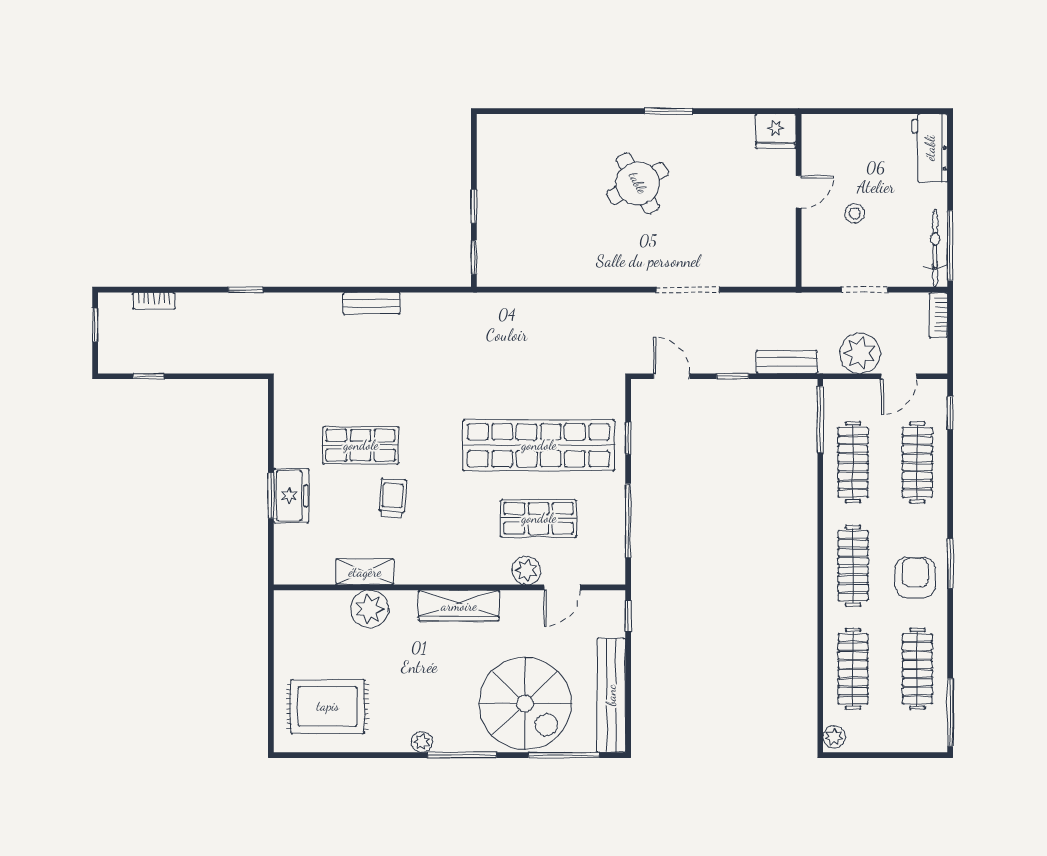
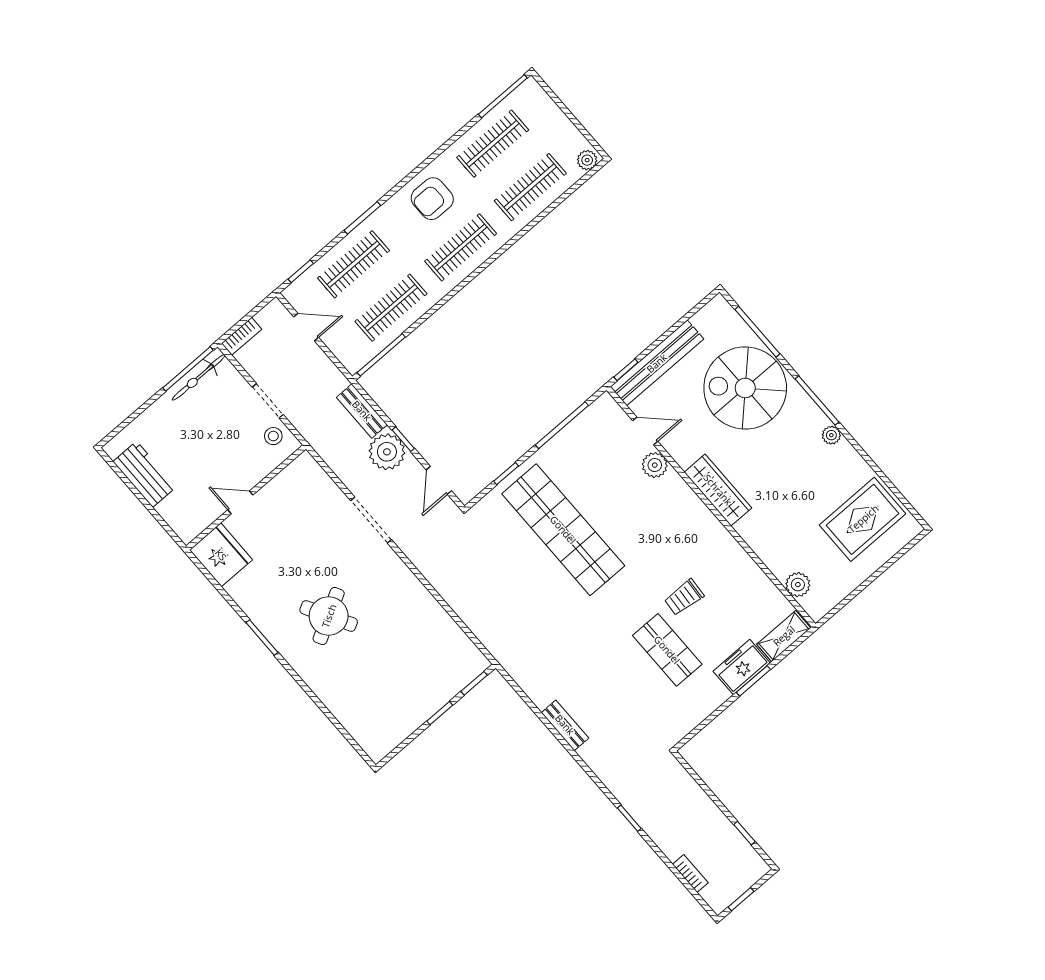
fridge: (776, 131) -> (221, 555), width x1.36, depth x1.34
workbench: (930, 148) -> (145, 474), moved, turned -90
stool: (855, 213) -> (273, 436), moved
plant: (860, 353) -> (387, 452), moved
shop shelf: (539, 518) -> (612, 487), removed
window: (950, 563) -> (362, 218), moved
shelving: (365, 572) -> (784, 636), moved, turned 90
plant: (370, 609) -> (798, 585), moved, width x0.73, depth x0.73
bench: (611, 695) -> (657, 363), moved
spiral stairs: (525, 703) -> (745, 388), turned -90
rug: (328, 706) -> (863, 519), turned 90

